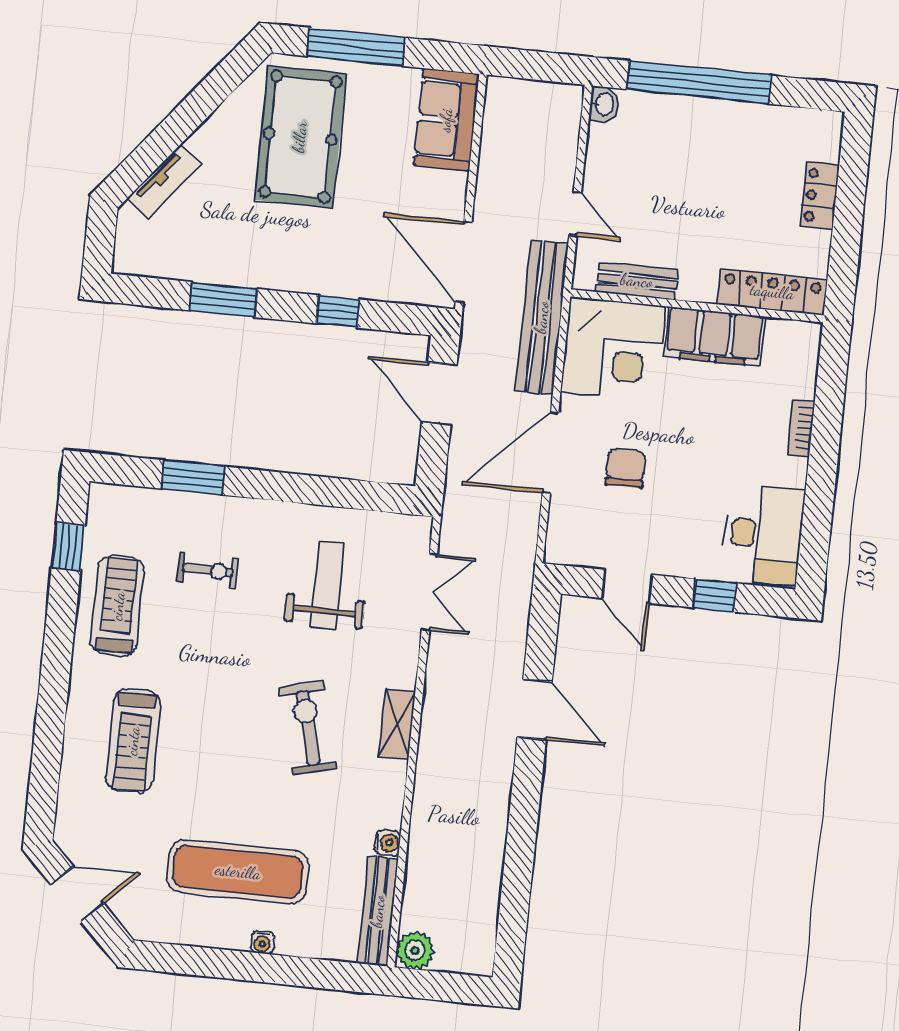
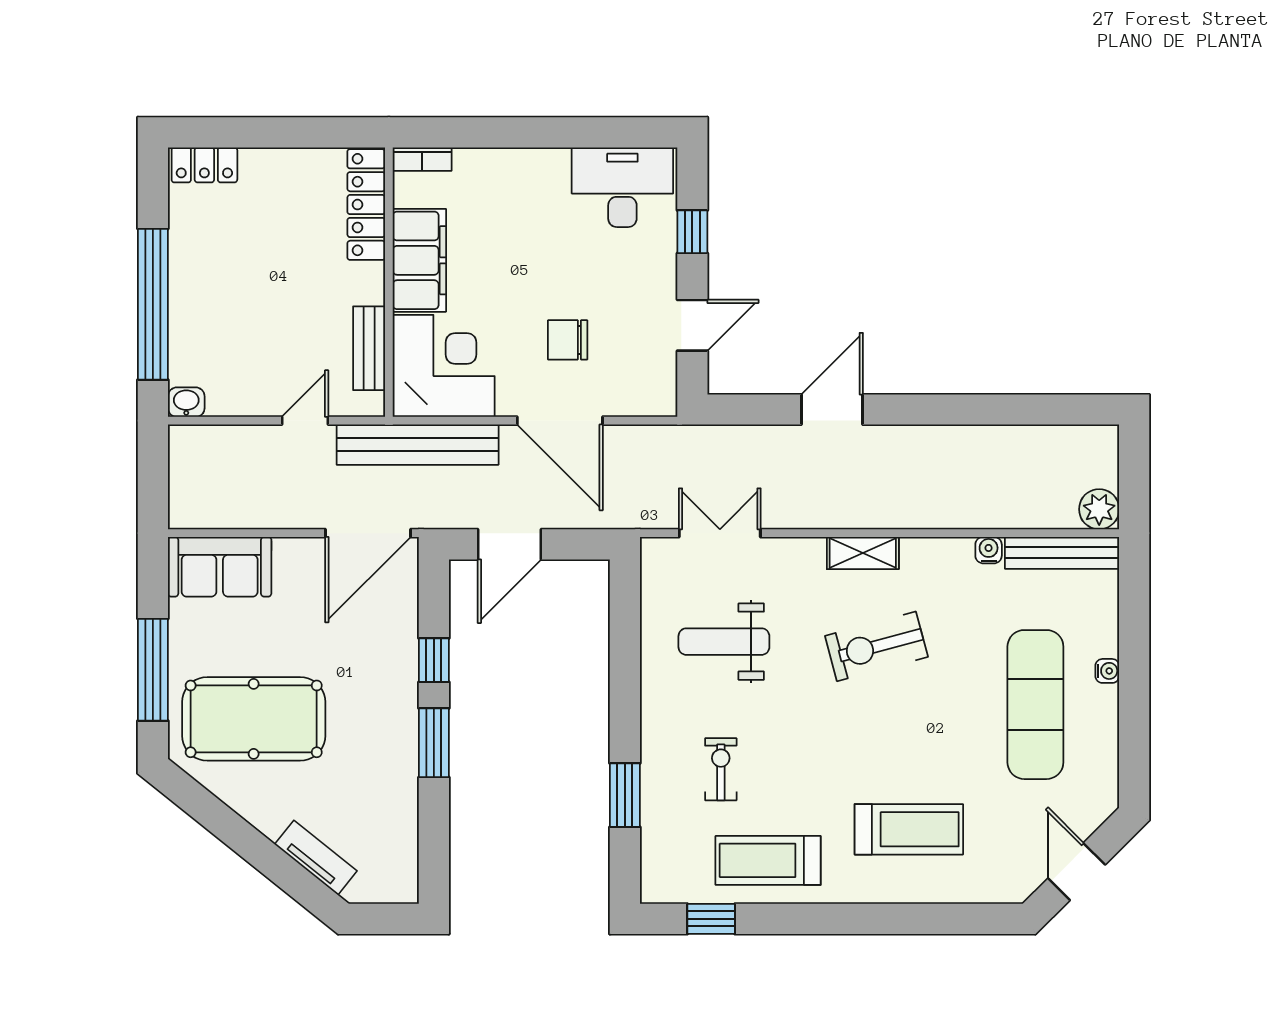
locker: (820, 196) -> (204, 165), moved
window: (224, 300) -> (434, 743), moved
bookcase: (801, 428) -> (422, 159), moved

